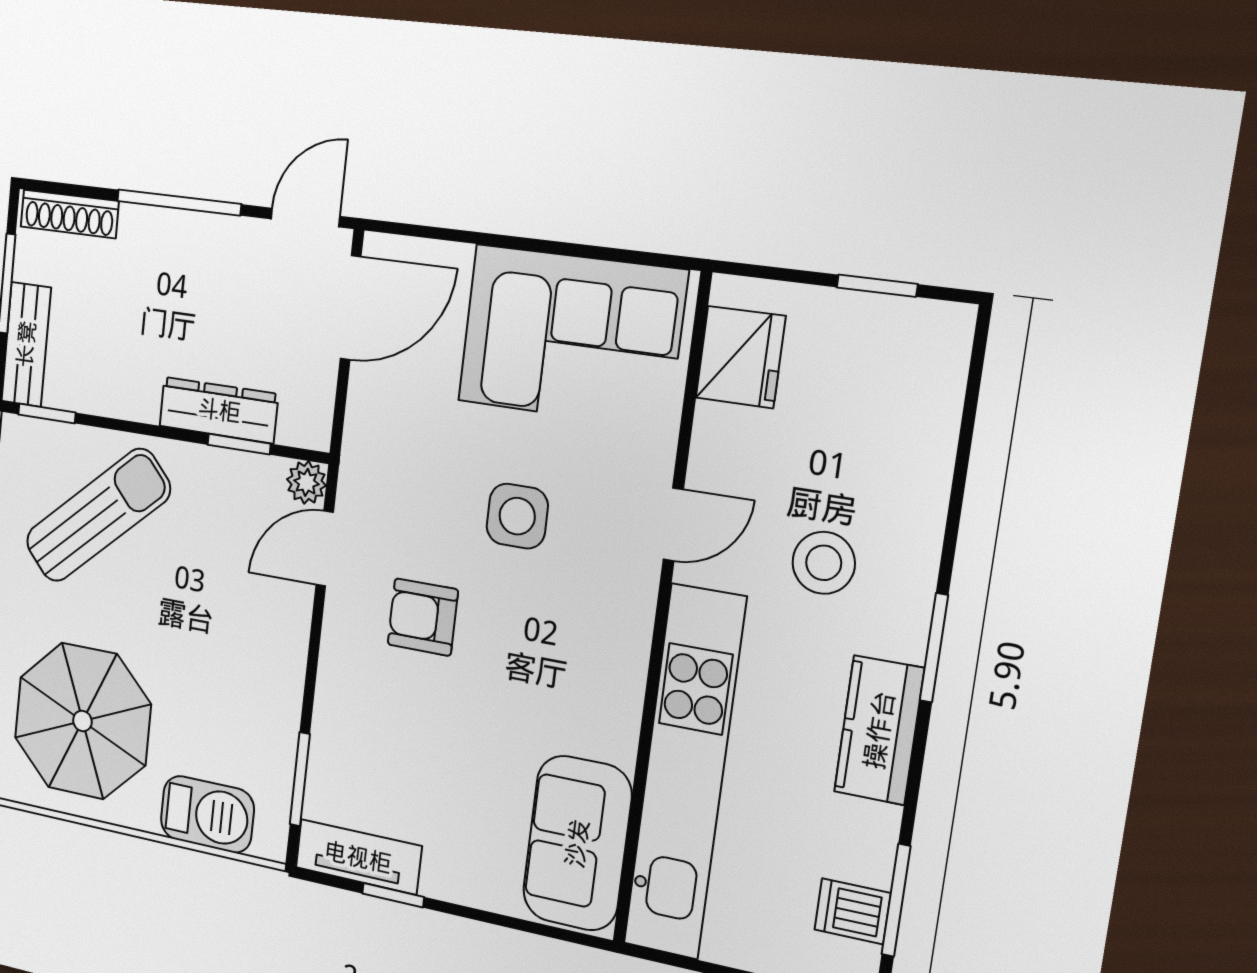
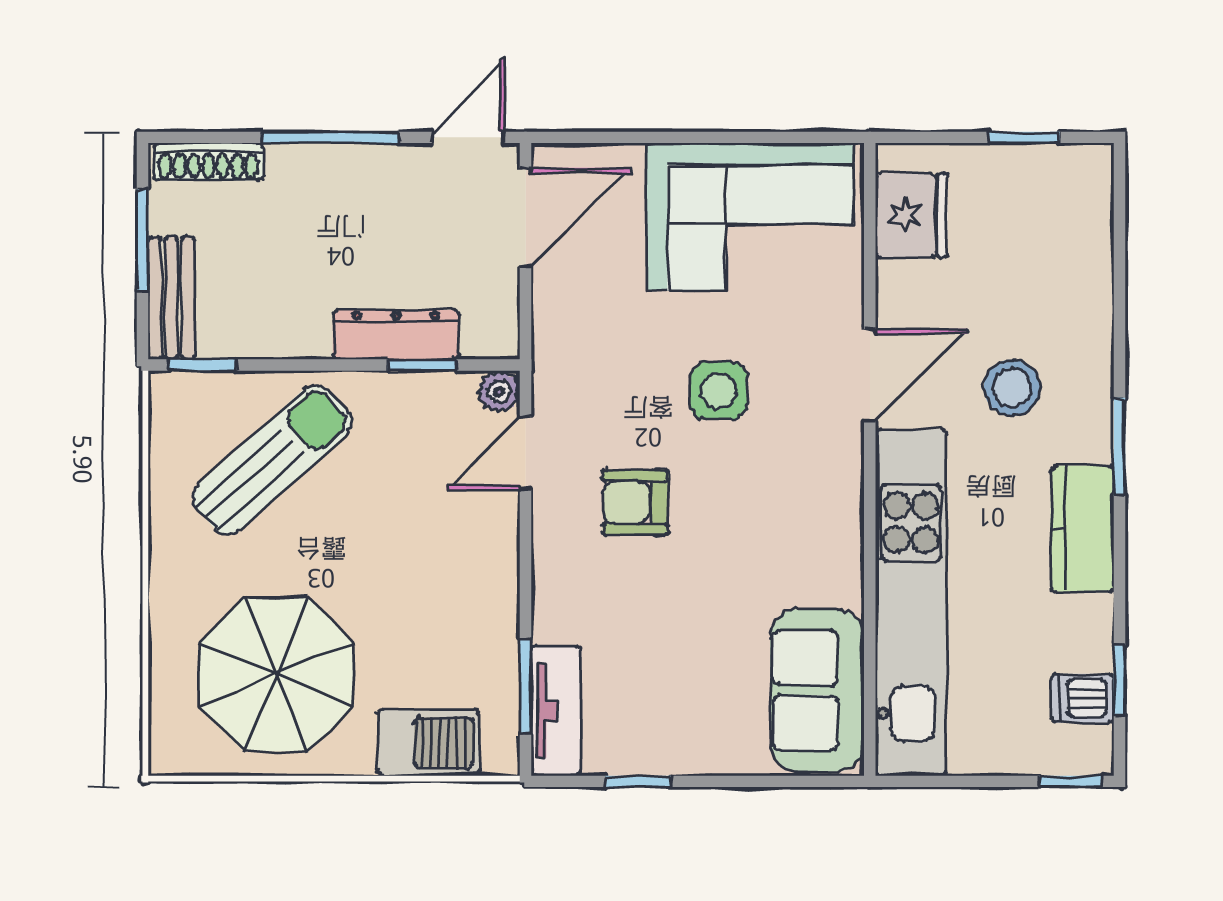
door: (673, 524) -> (870, 375), width x1.38
tv unit: (358, 857) -> (556, 711), moved, turned 90
window: (896, 900) -> (1120, 680), width x0.67

